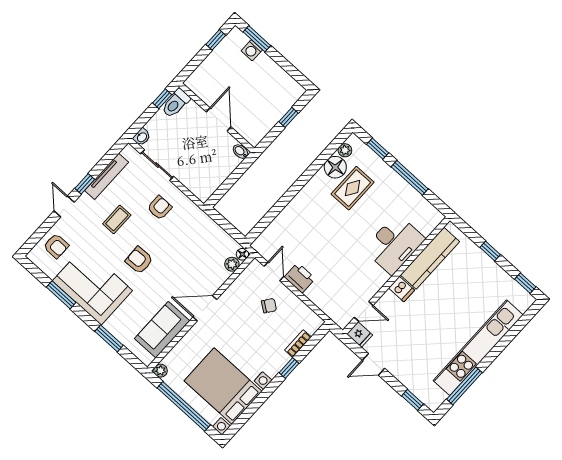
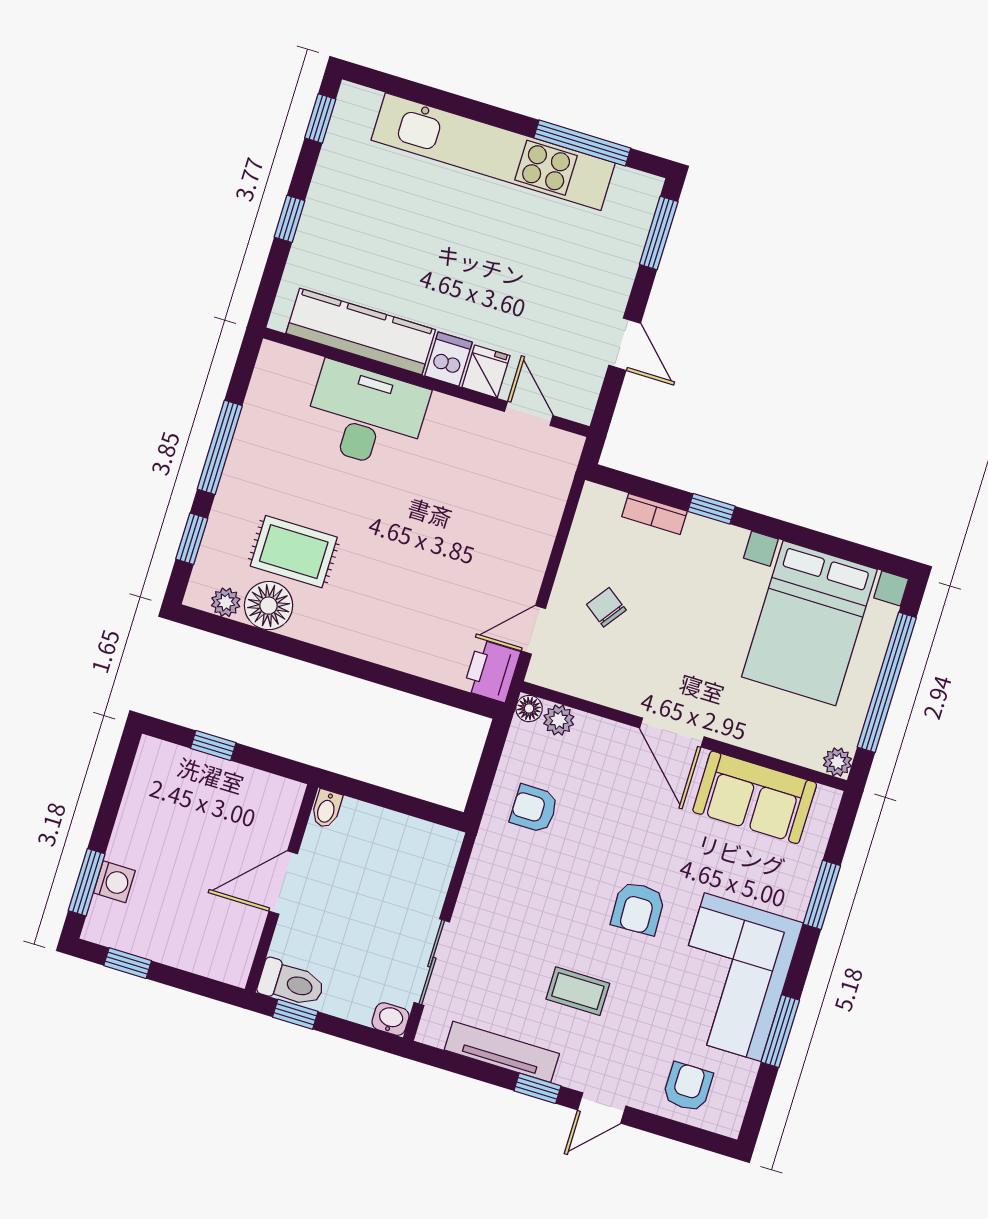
armchair: (160, 208) -> (534, 809), moved
printer: (300, 278) -> (492, 671), moved
fridge: (360, 335) -> (486, 371), moved
window: (413, 400) -> (659, 233), width x1.50

